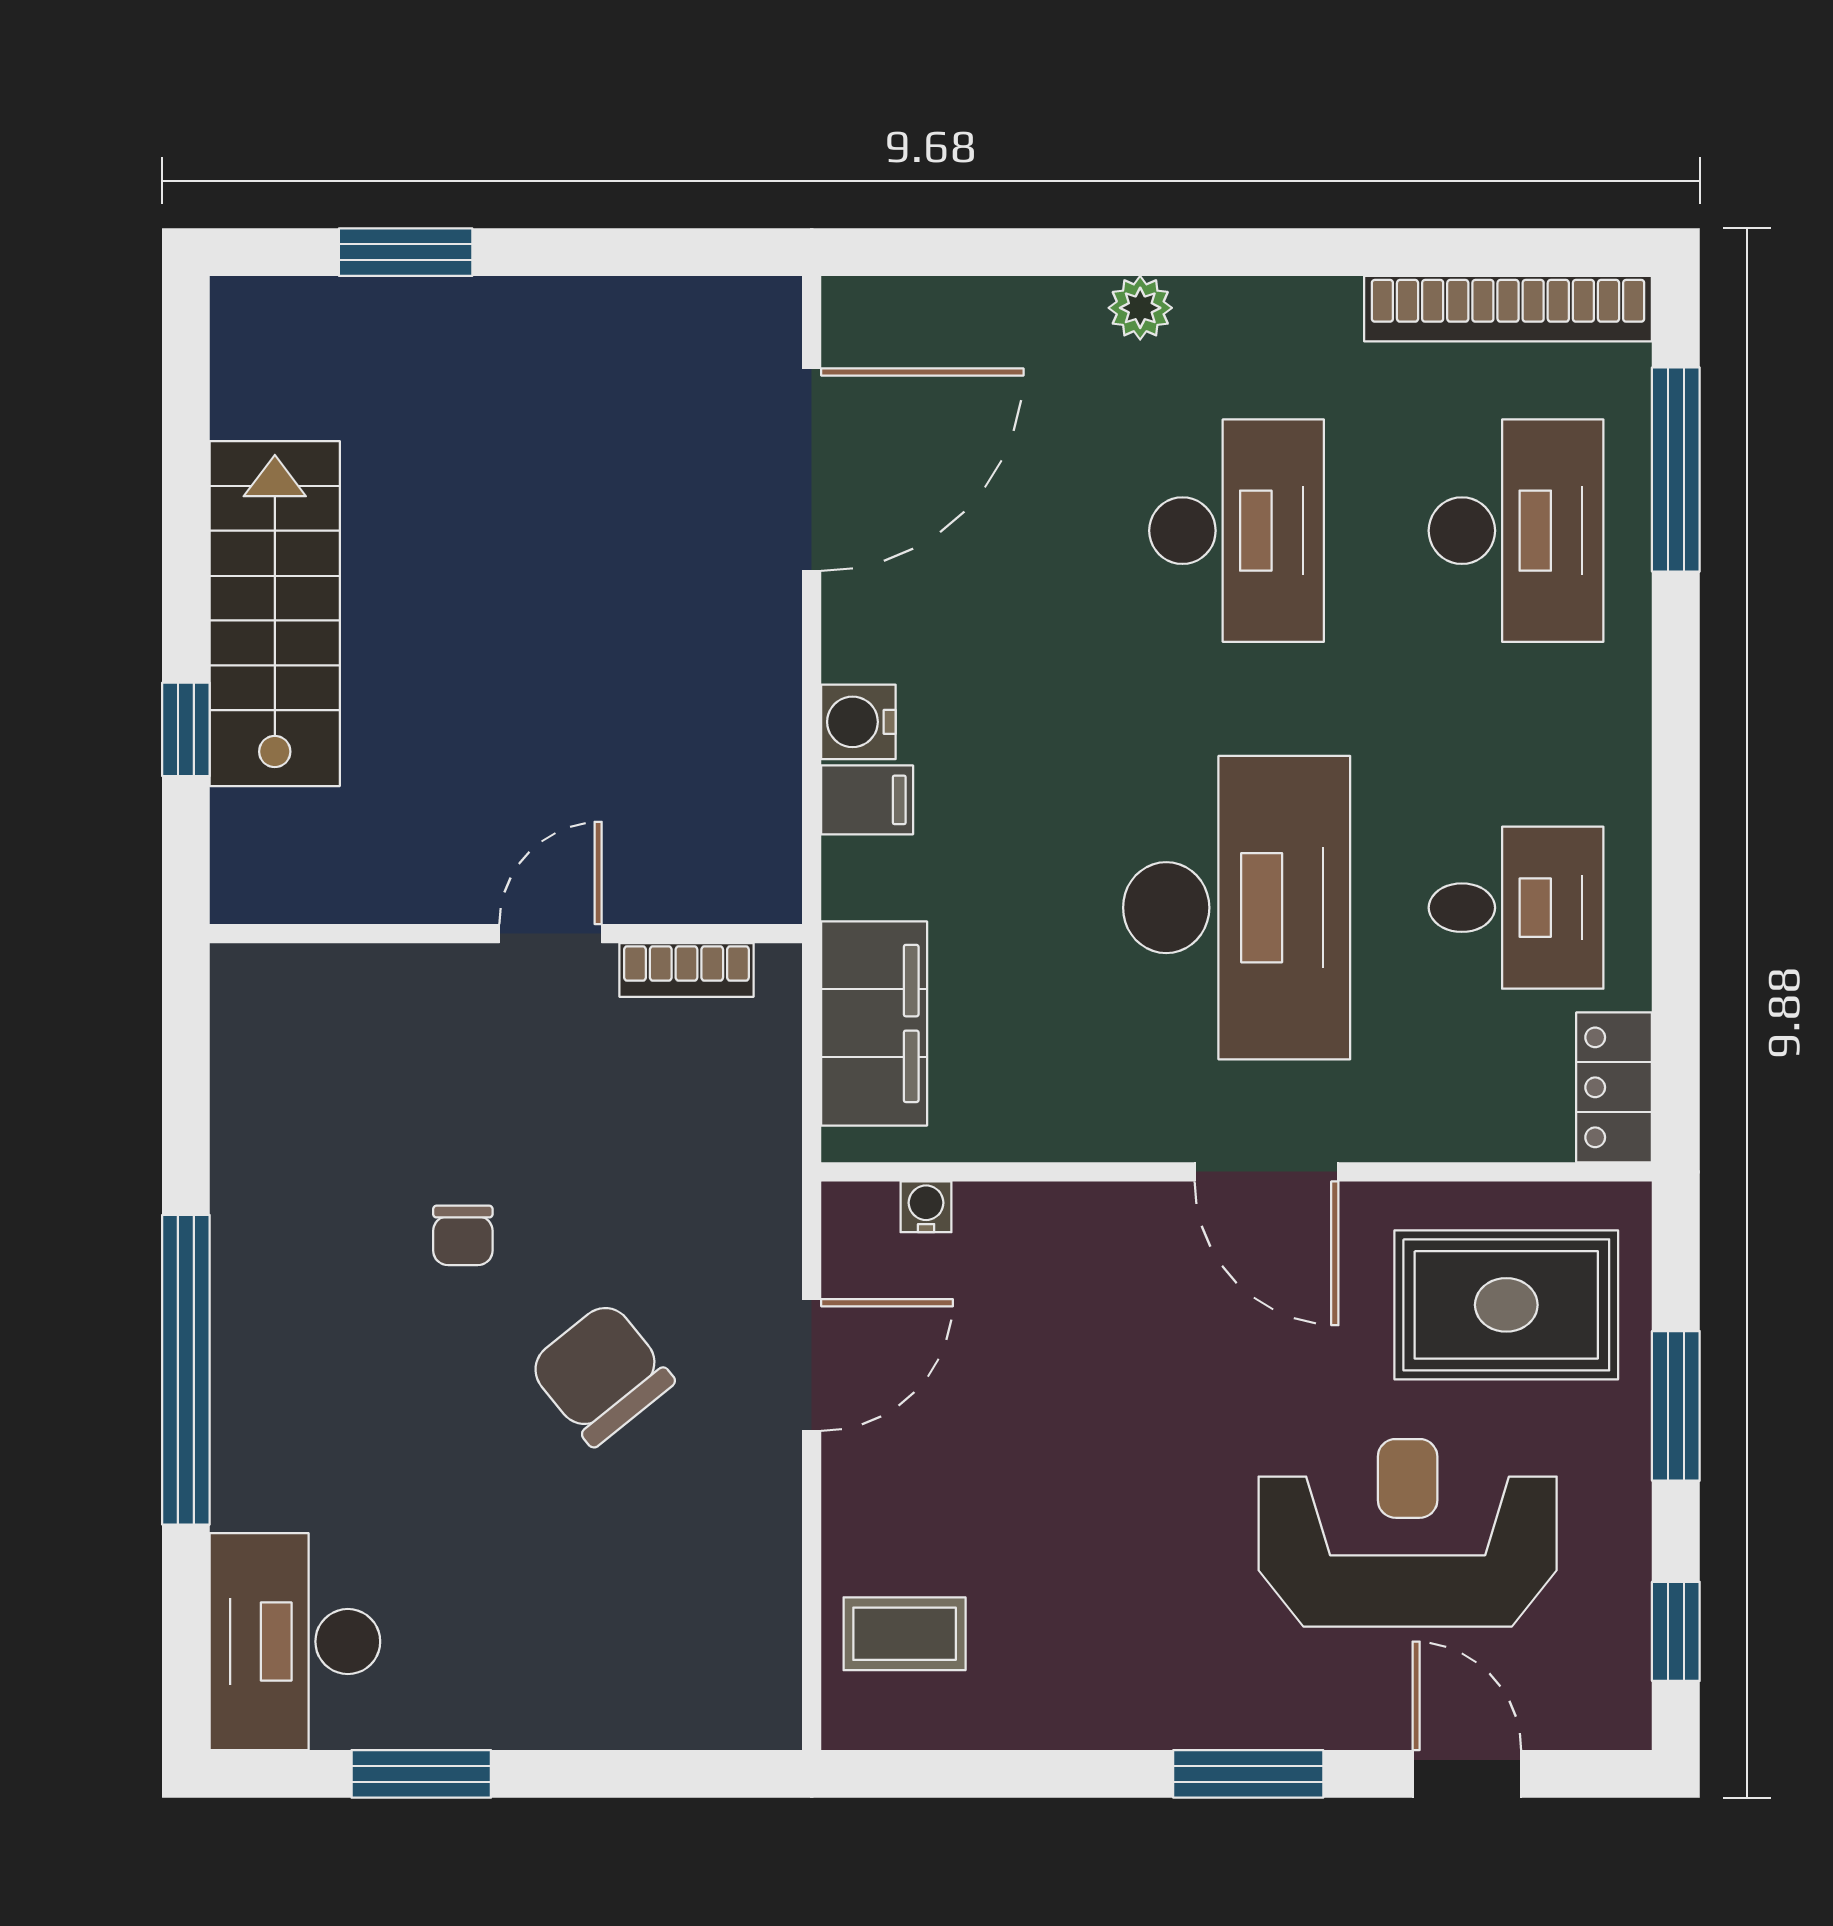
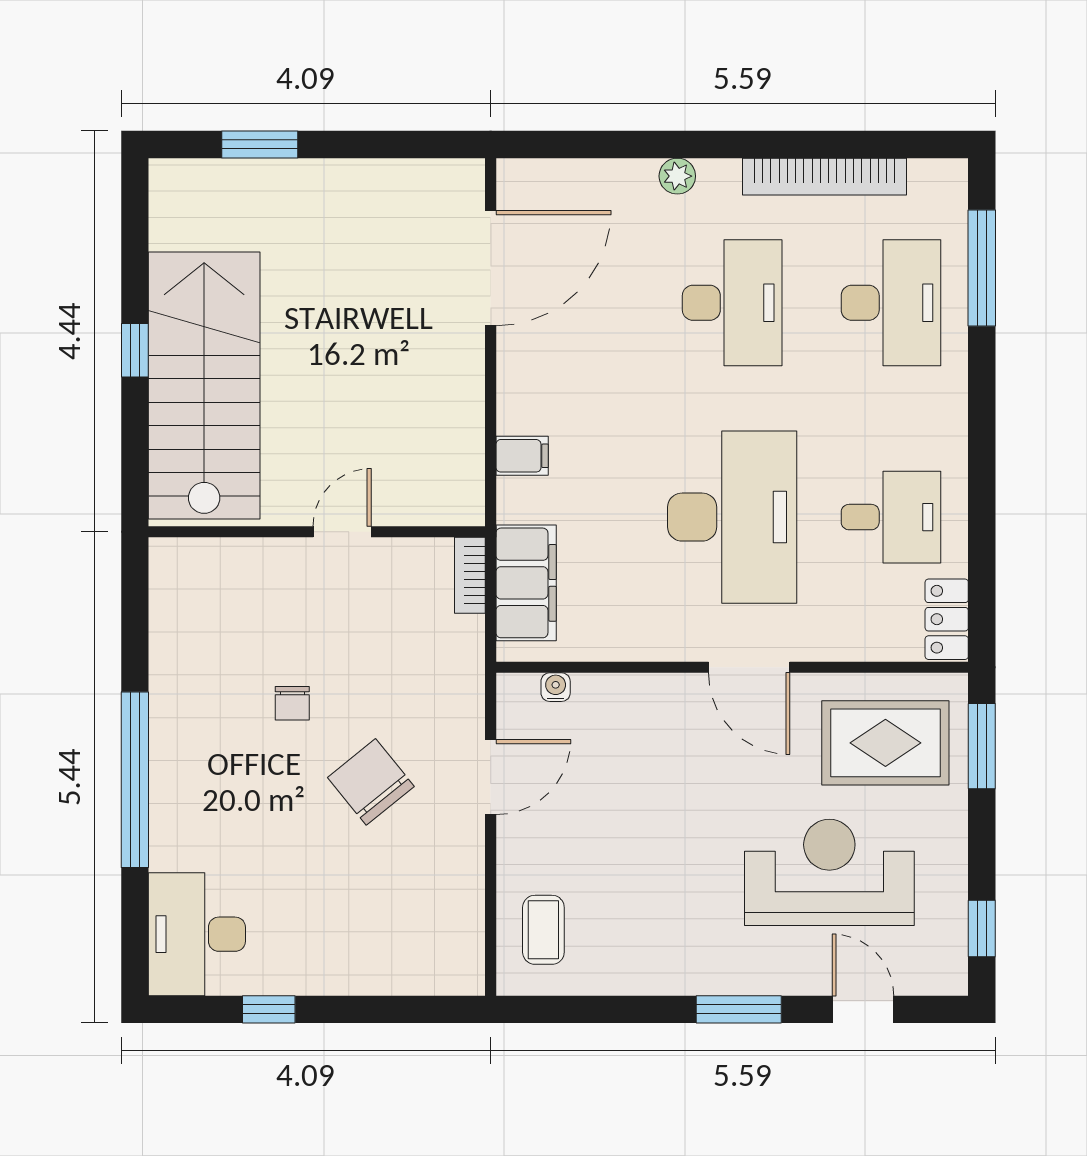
bookcase: (1508, 309) -> (825, 177), moved
stairs: (275, 614) -> (204, 386), width x1.36, depth x1.51
water cooler: (858, 722) -> (517, 411), removed
window: (186, 729) -> (135, 350), moved
bookcase: (686, 970) -> (470, 575), moved, turned 90
window: (1676, 1406) -> (982, 746), moved
coffee table: (905, 1634) -> (543, 930), turned 90
window: (421, 1774) -> (269, 1009), width x0.67

